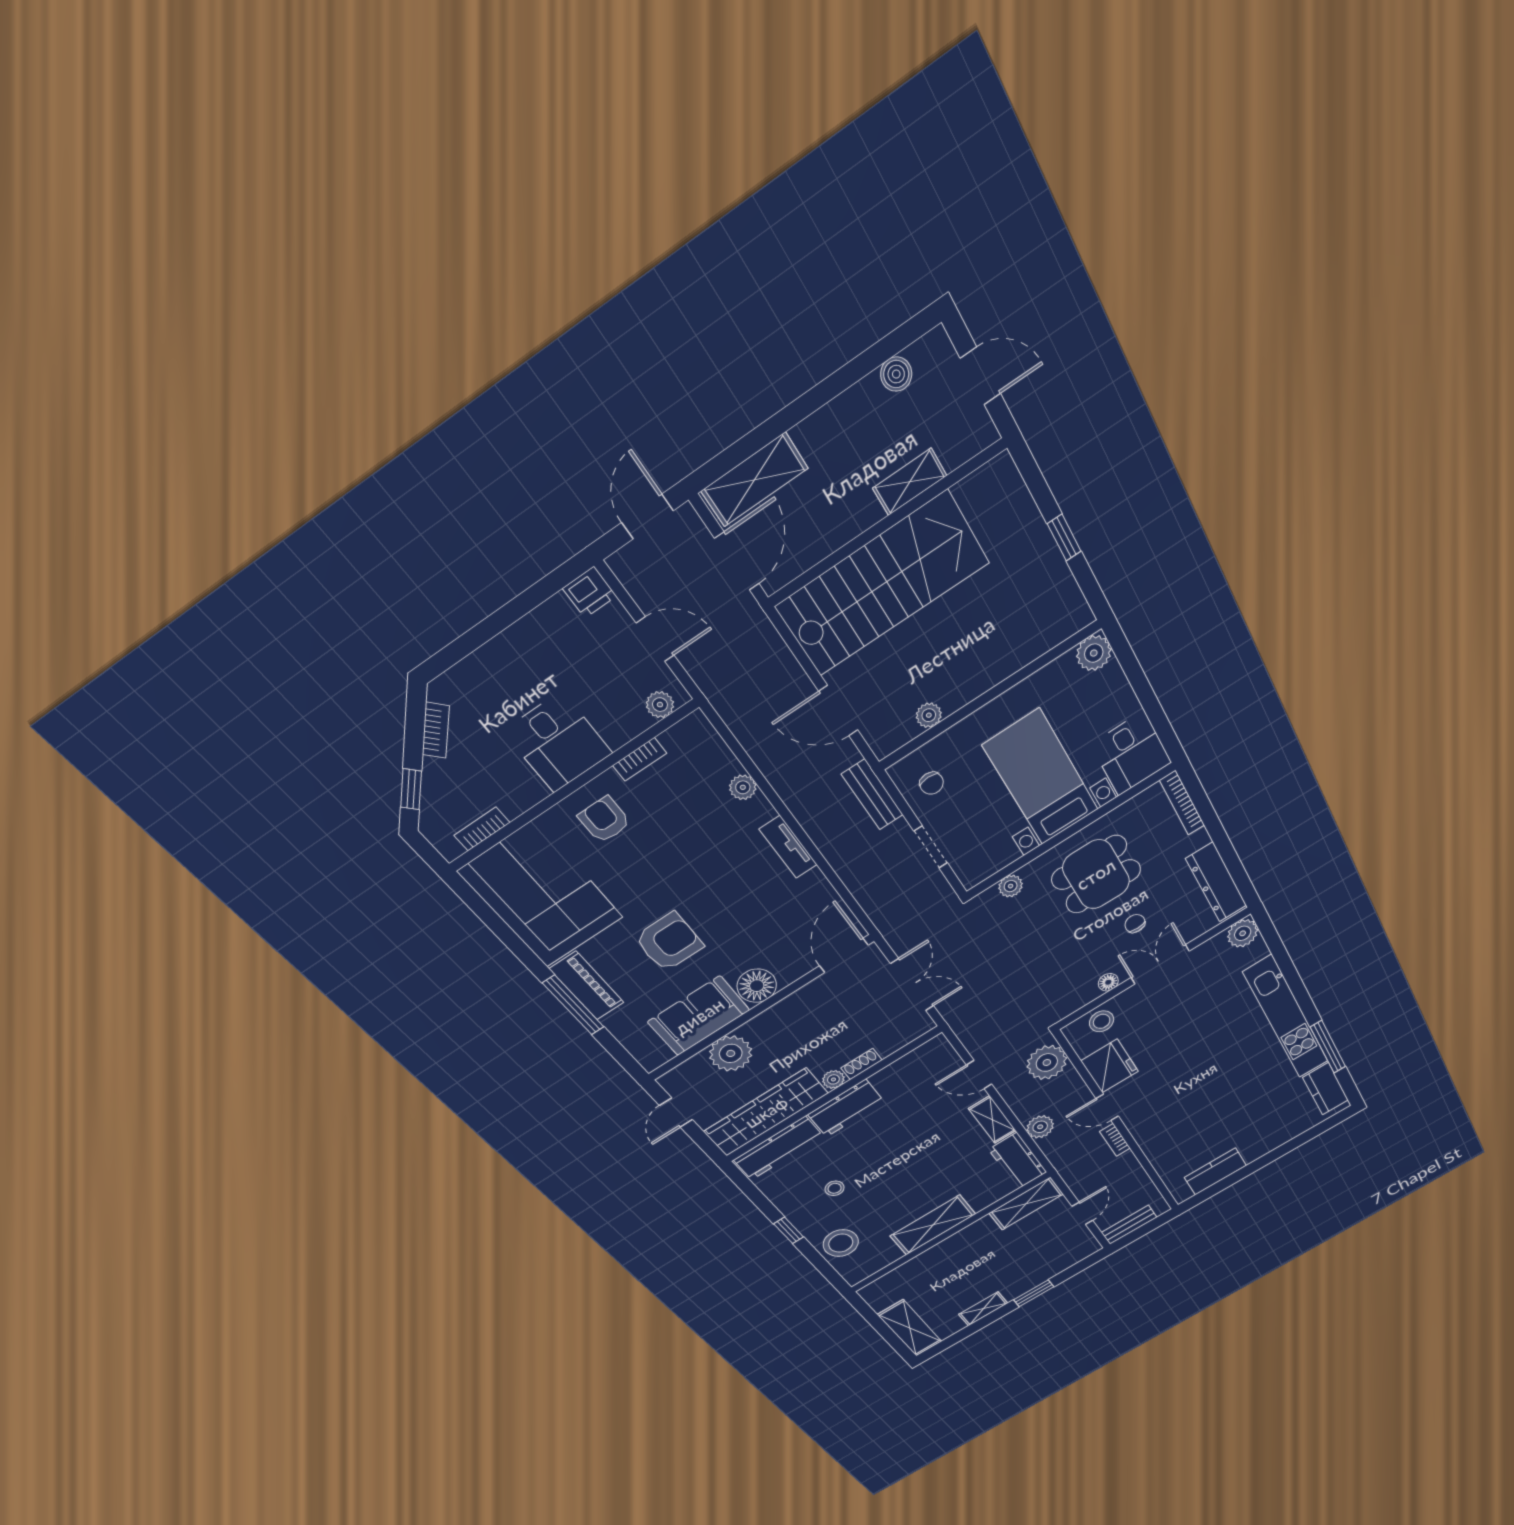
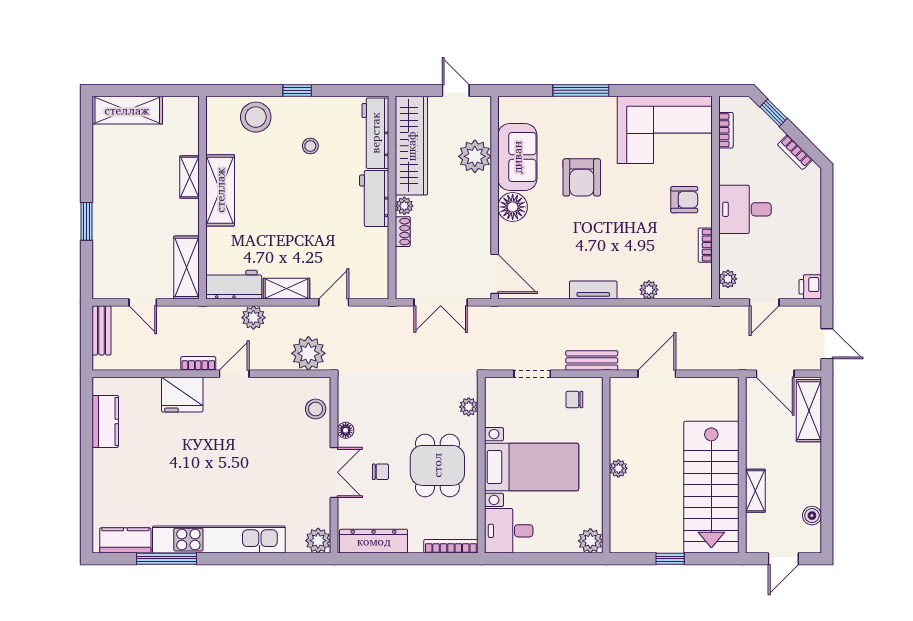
stairs: (882, 585) -> (711, 487), moved
plant: (929, 715) -> (618, 468), moved
piano: (587, 986) -> (588, 108), removed
fridge: (1110, 1066) -> (182, 395), moved
shelving: (983, 1309) -> (190, 177), moved

